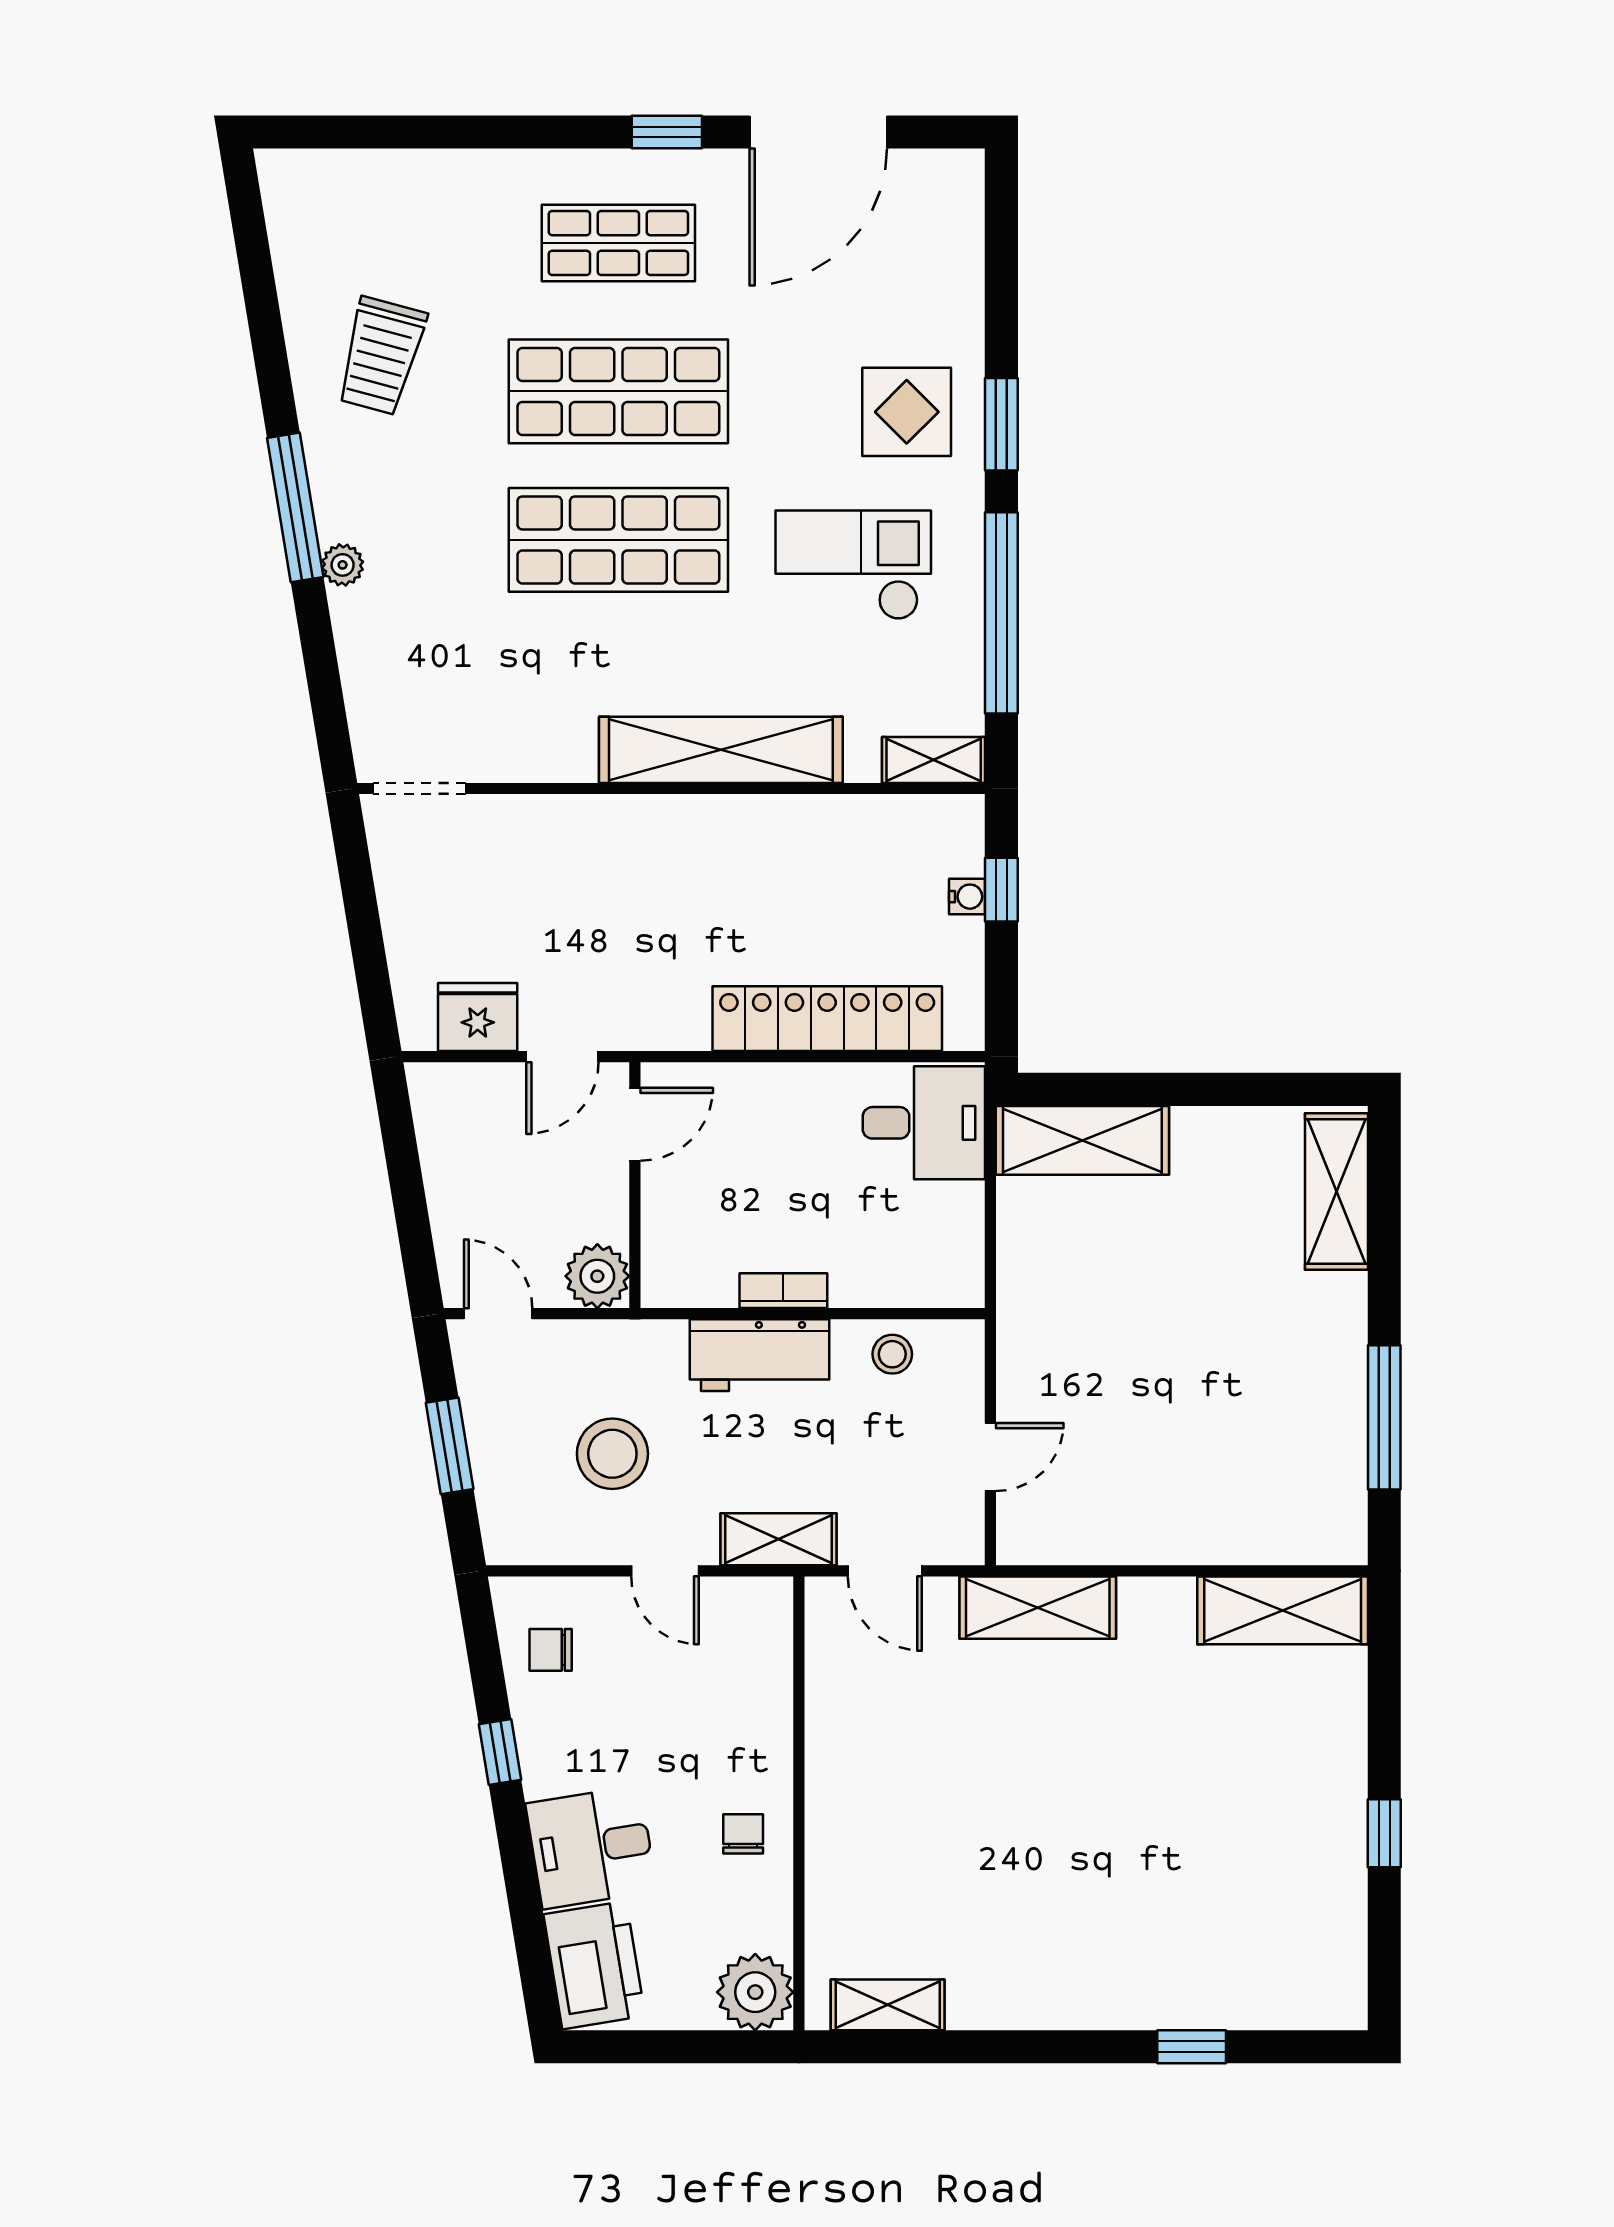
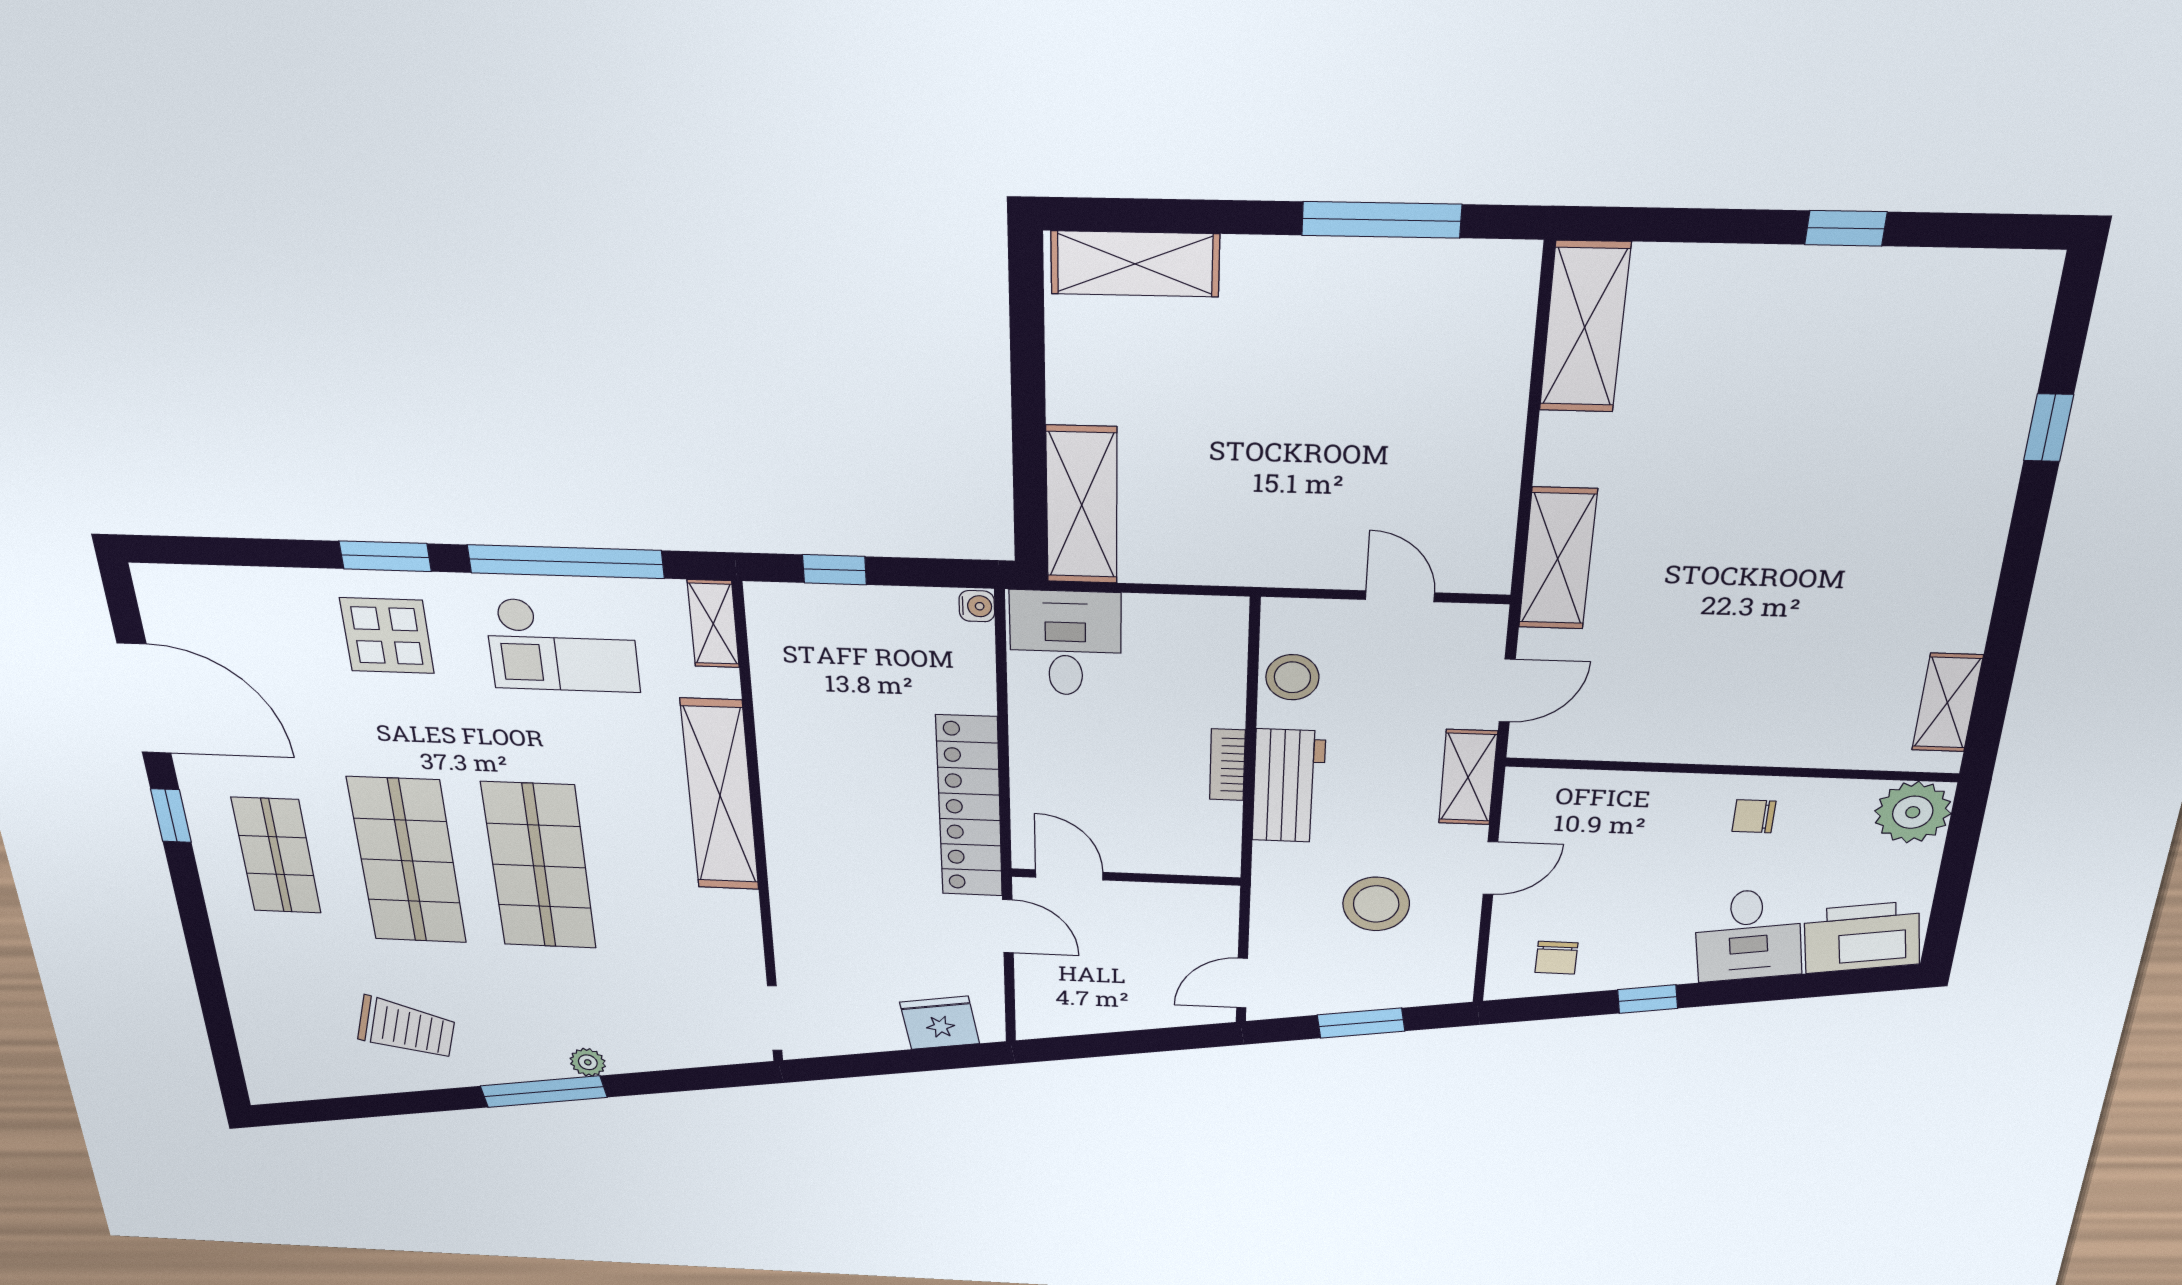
checkout: (853, 565) -> (562, 645), moved, turned -90
water cooler: (967, 897) -> (977, 606), moved, turned 90
fridge: (478, 1017) -> (940, 1023), moved, turned 81
locker: (827, 1019) -> (969, 807), moved
plant: (597, 1276) -> (1210, 909), removed
stool: (892, 1354) -> (1292, 677), width x1.37, depth x1.37

